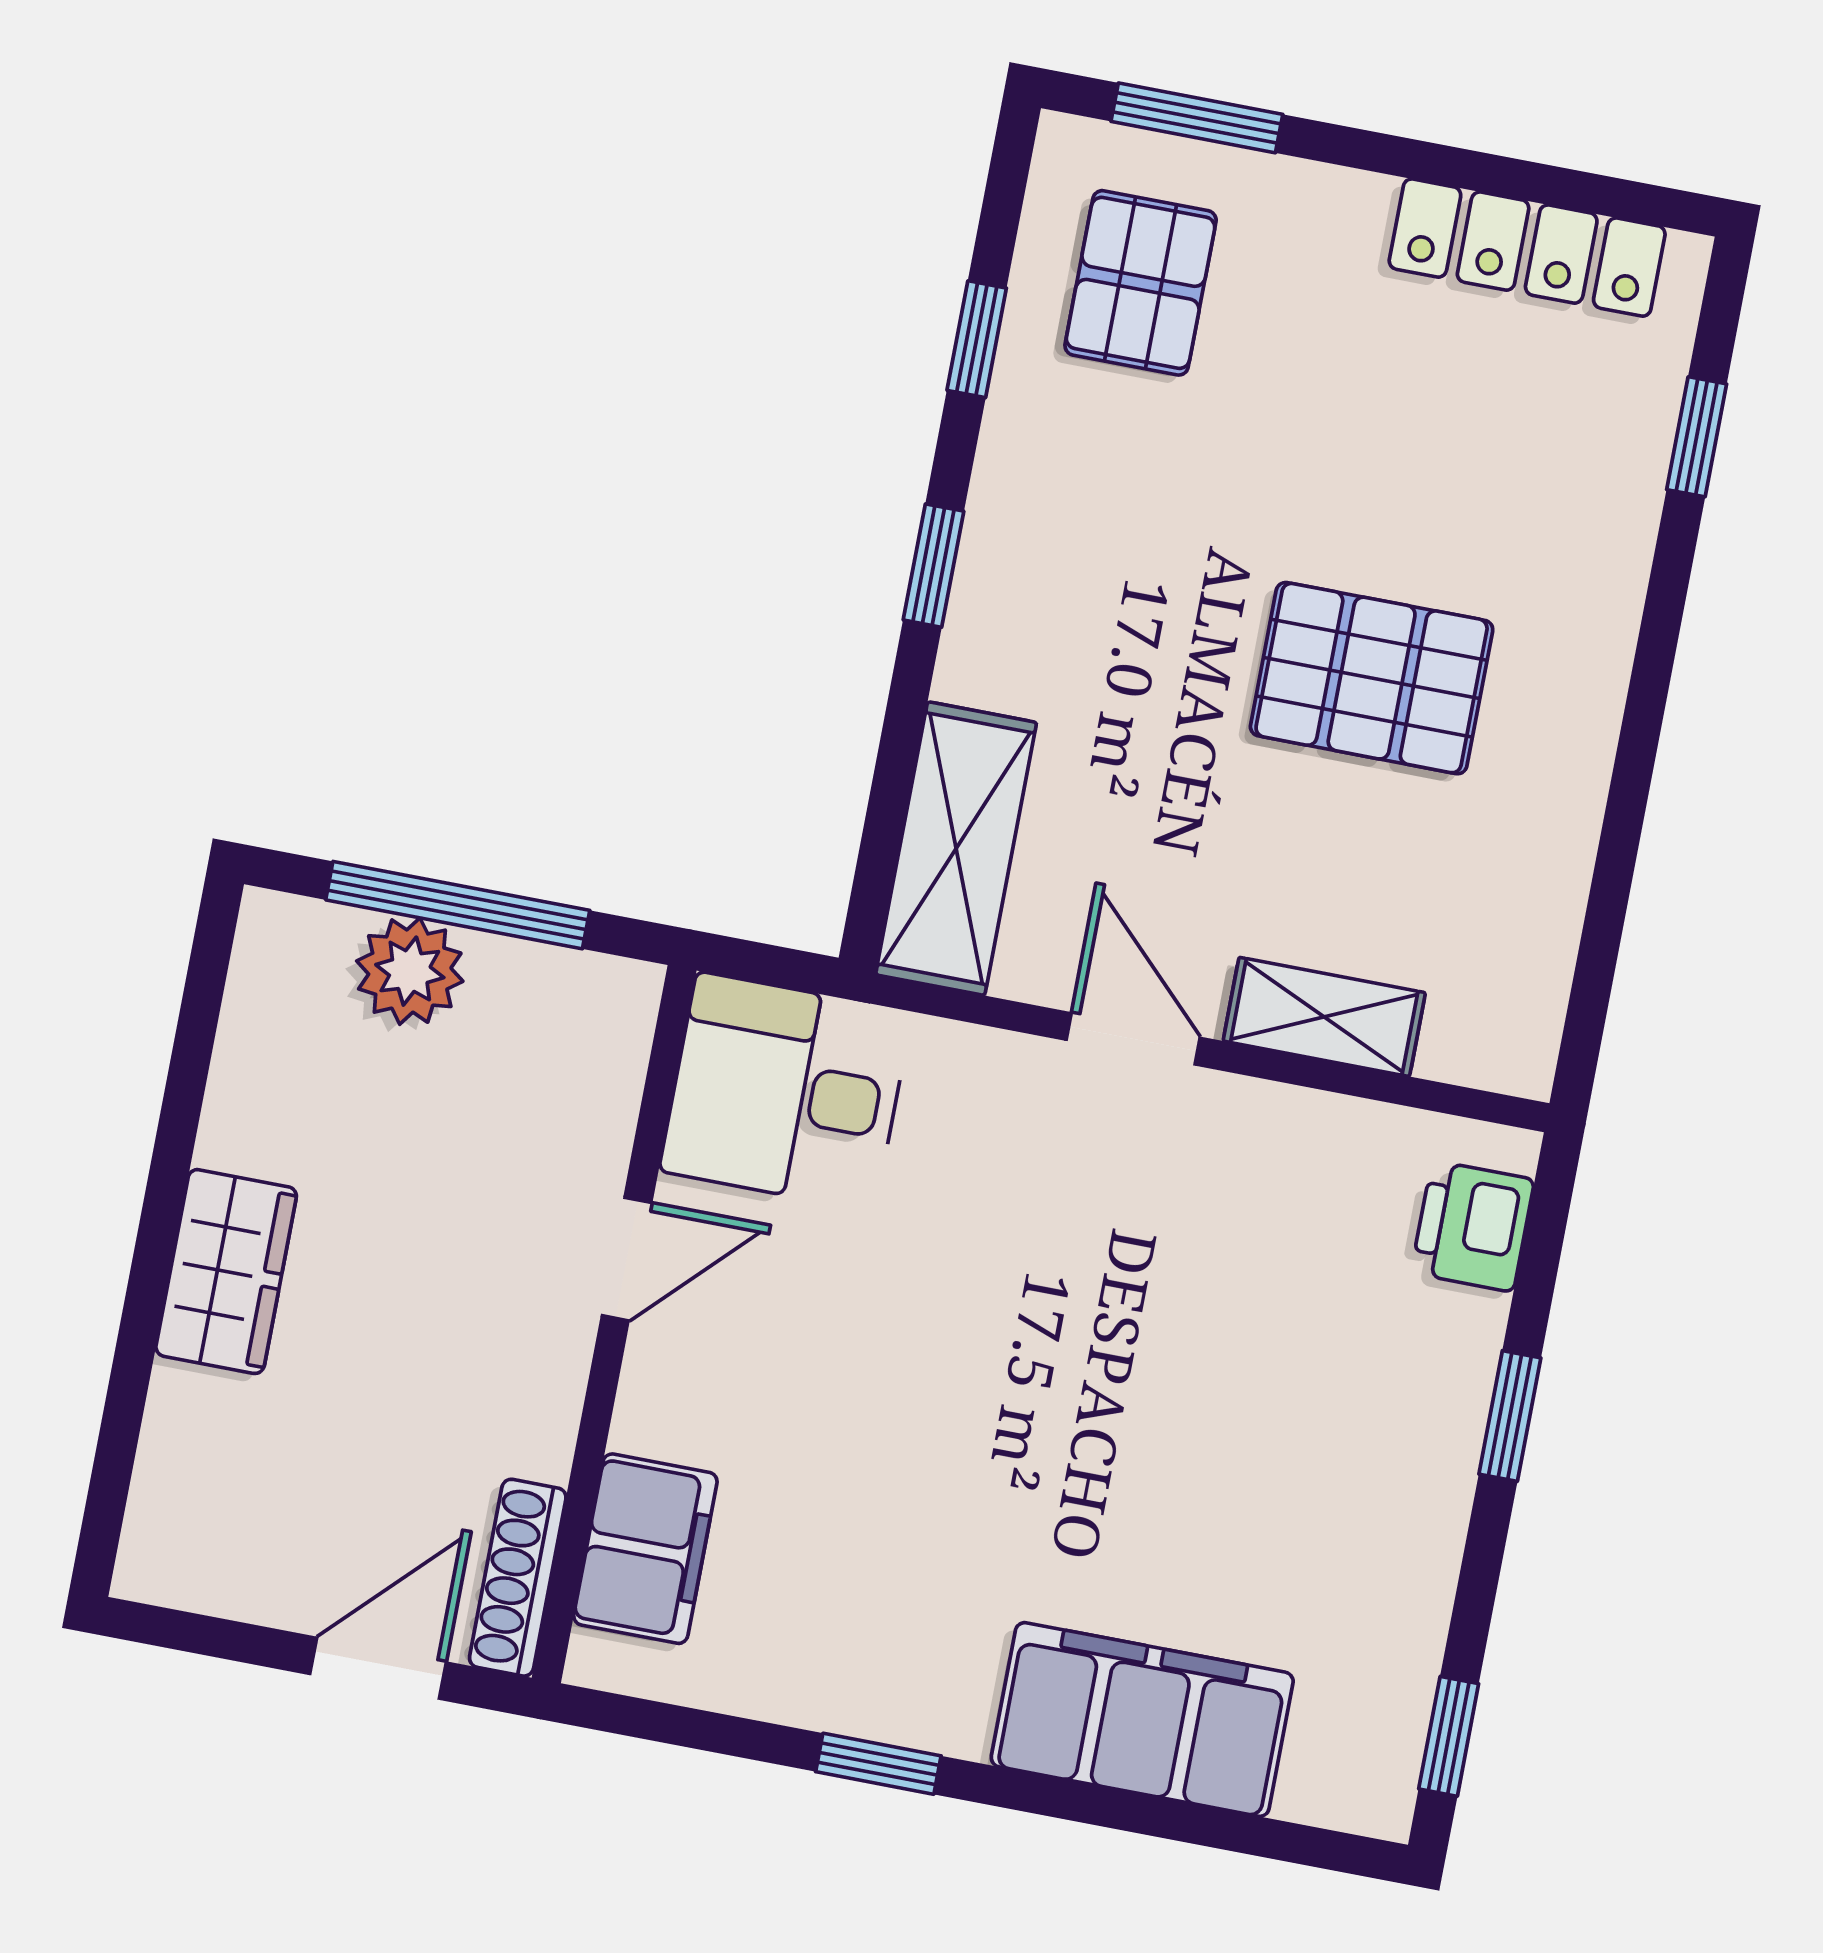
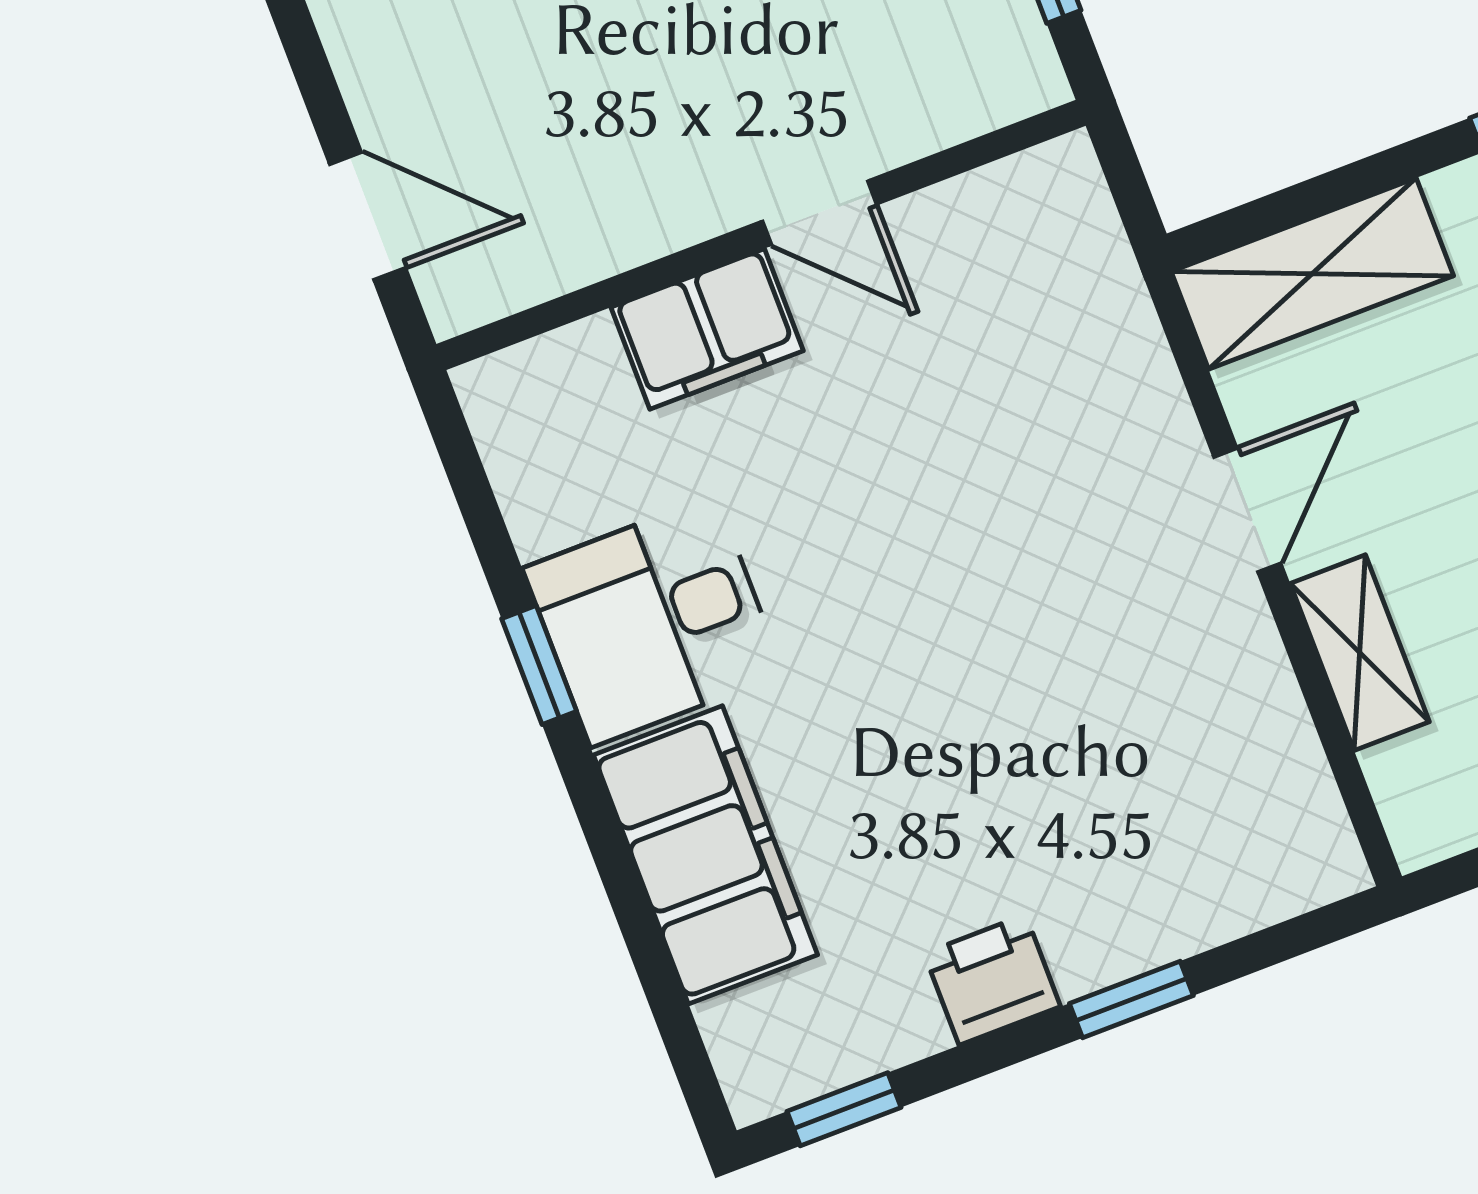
desk: (786, 1091) -> (653, 621), moved, turned -90
printer: (1473, 1226) -> (992, 980), moved
filing cabinet: (645, 1549) -> (707, 329), moved
shoe rack: (518, 1578) -> (510, 283), removed

